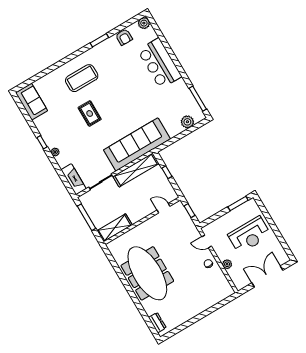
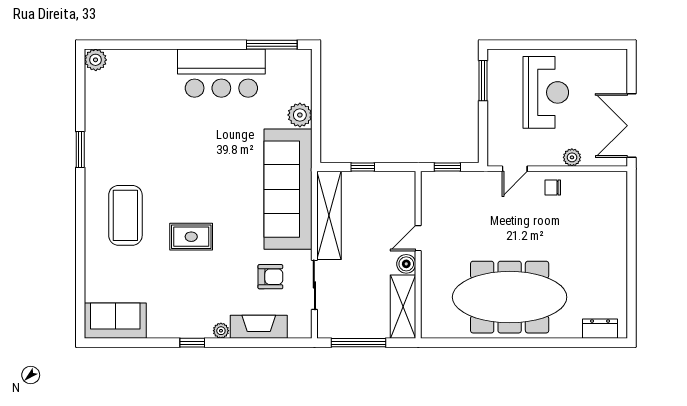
armchair: (124, 37) -> (270, 277), moved
bar counter: (160, 63) -> (221, 73), moved
plant: (187, 122) -> (300, 115), moved
fireplace: (74, 179) -> (259, 327), moved
door: (164, 208) -> (418, 238), moved
boiler: (135, 218) -> (406, 264), added
double door: (267, 277) -> (632, 126), moved

